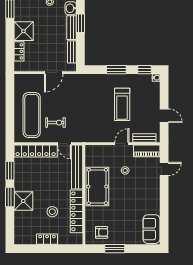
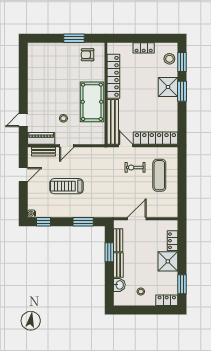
window: (80, 23) -> (109, 252), moved
window: (116, 70) -> (83, 222), moved
treadmill: (122, 104) -> (67, 186), turned -90
exercise mat: (32, 115) -> (159, 175), width x0.73, depth x0.69
door: (164, 116) -> (23, 175), swing flipped
window: (10, 171) -> (182, 62), moved
stool: (52, 212) -> (169, 59), moved
sofa: (152, 229) -> (36, 58), removed

